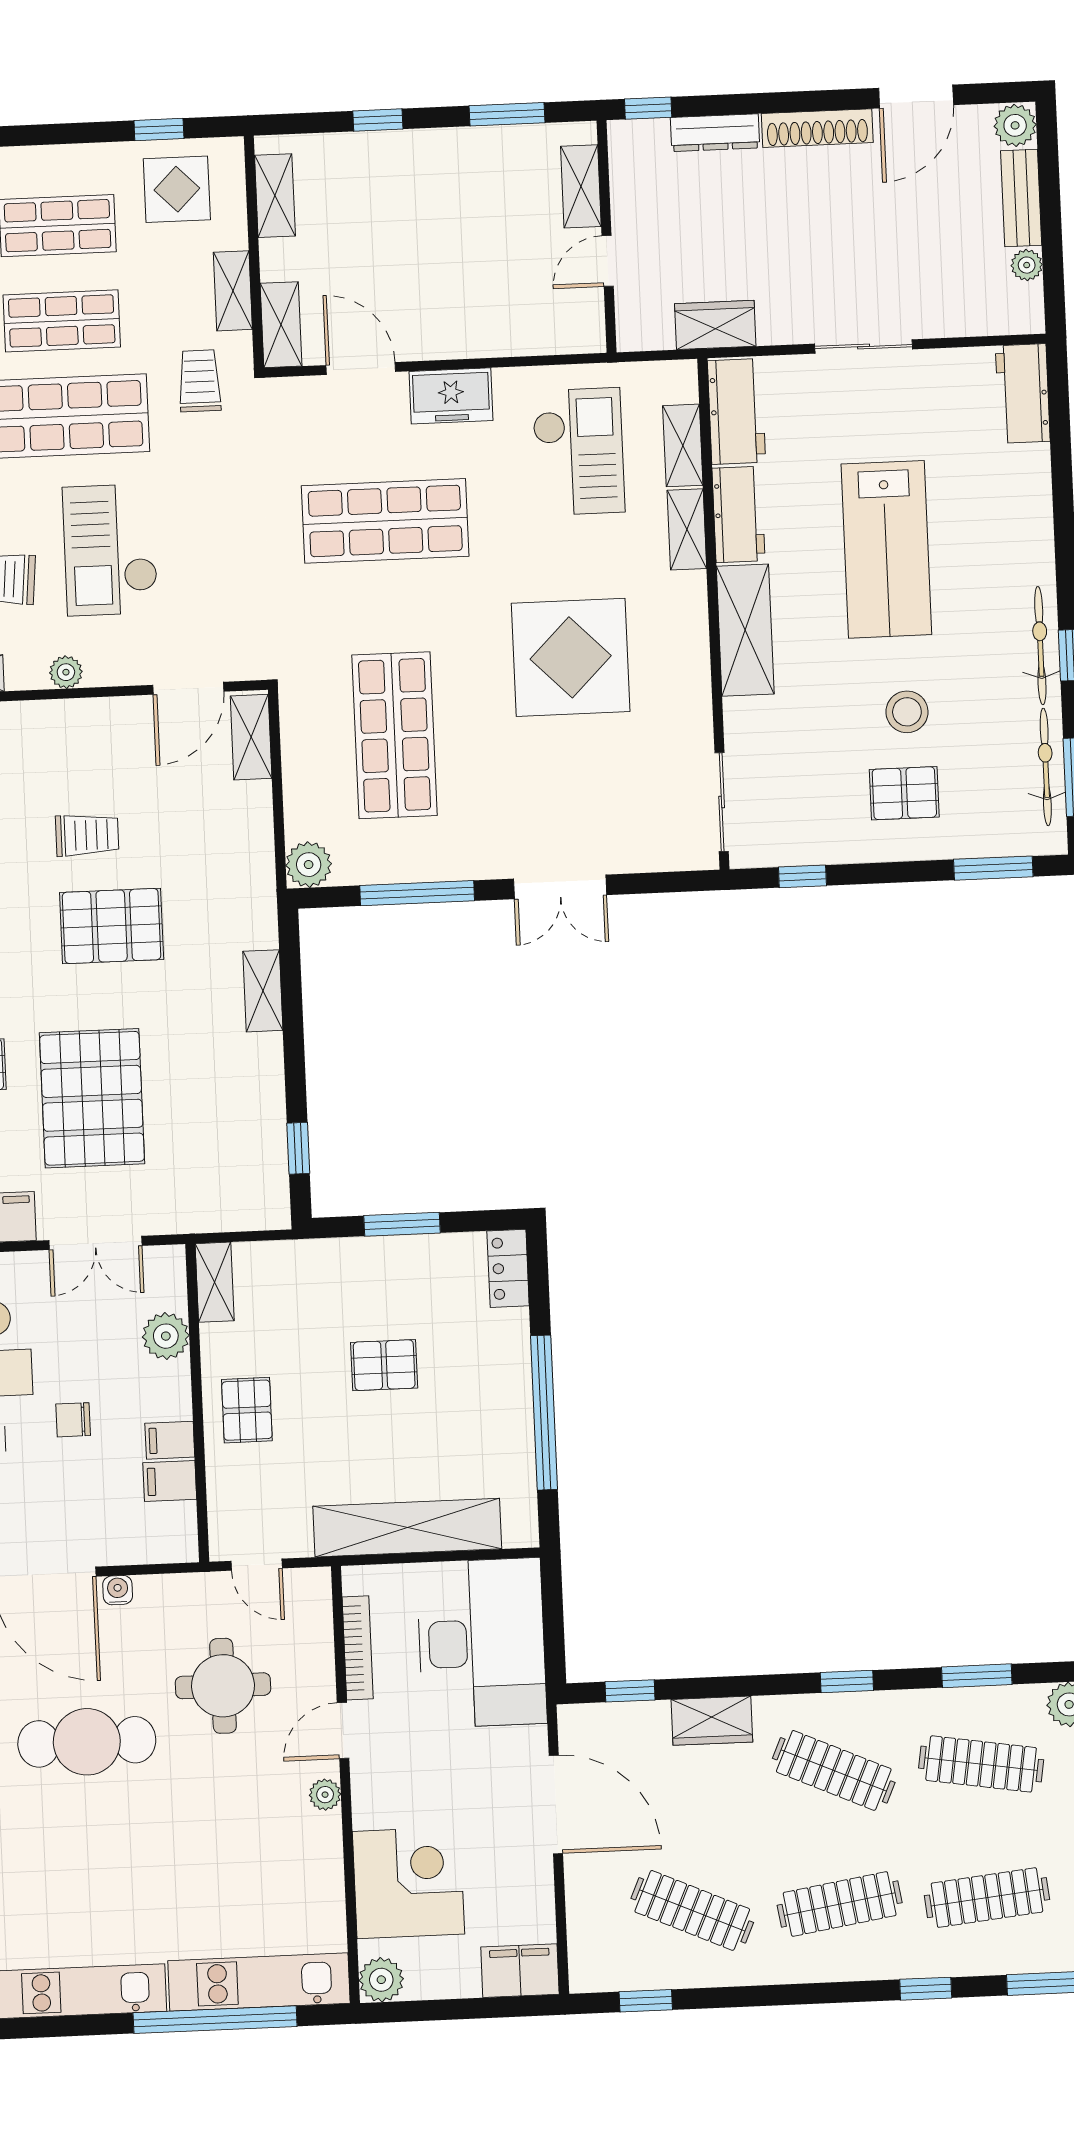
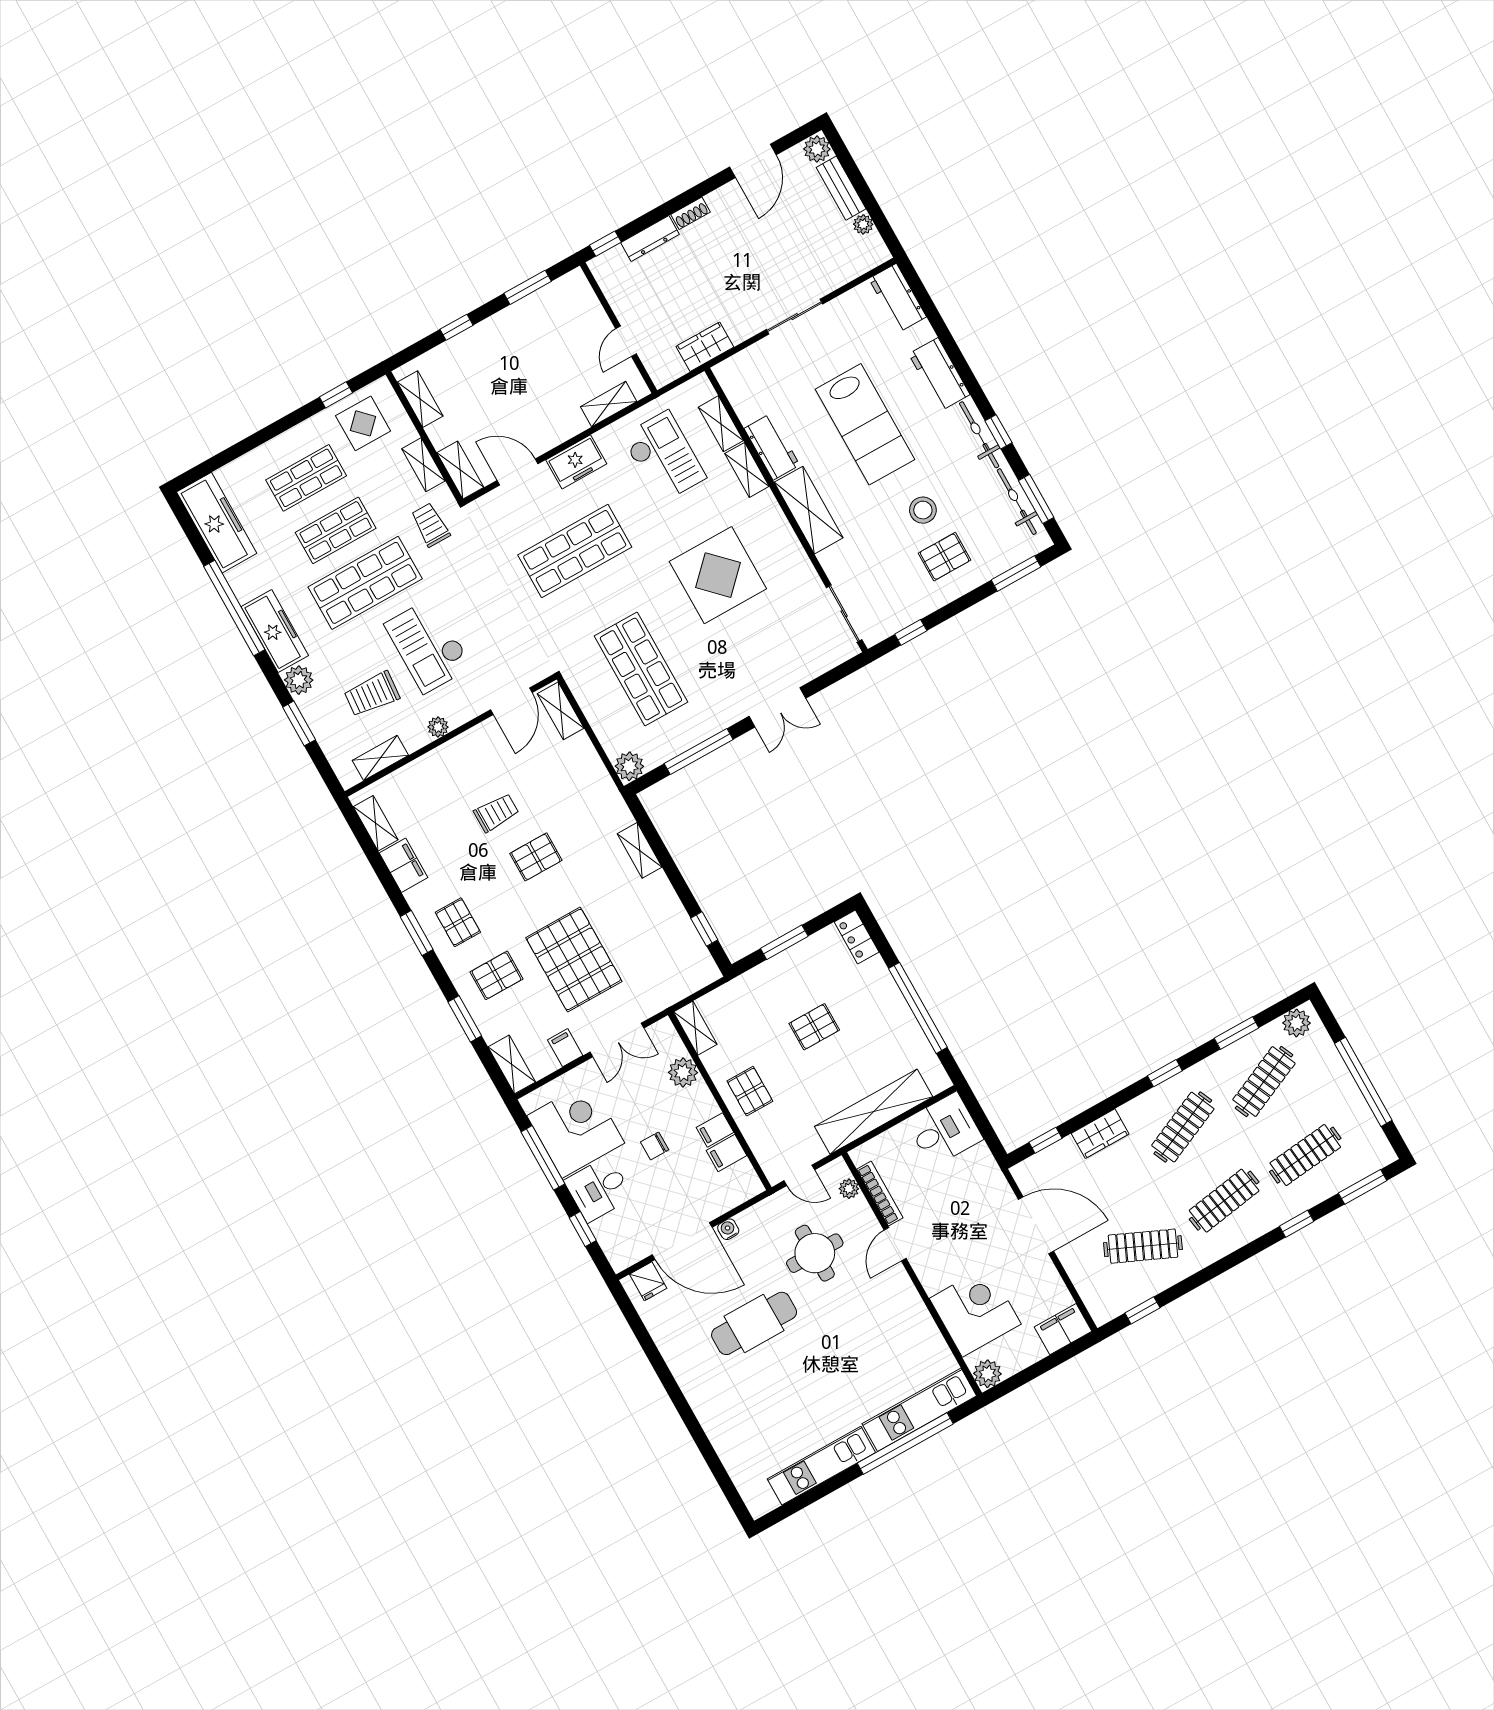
shoe rack: (817, 128) -> (691, 213), width x0.51, depth x0.81
shelving: (581, 186) -> (609, 404), moved, turned 90
workbench: (736, 411) -> (939, 374), moved, turned 180
pallet: (112, 926) -> (536, 857), width x0.67, depth x0.71
desk: (482, 1643) -> (944, 1130), width x0.53, depth x0.77
clothes rail: (981, 1764) -> (1264, 1082), turned -33
clothes rail: (834, 1770) -> (1183, 1127), turned -48
plant: (325, 1795) -> (849, 1189), moved

